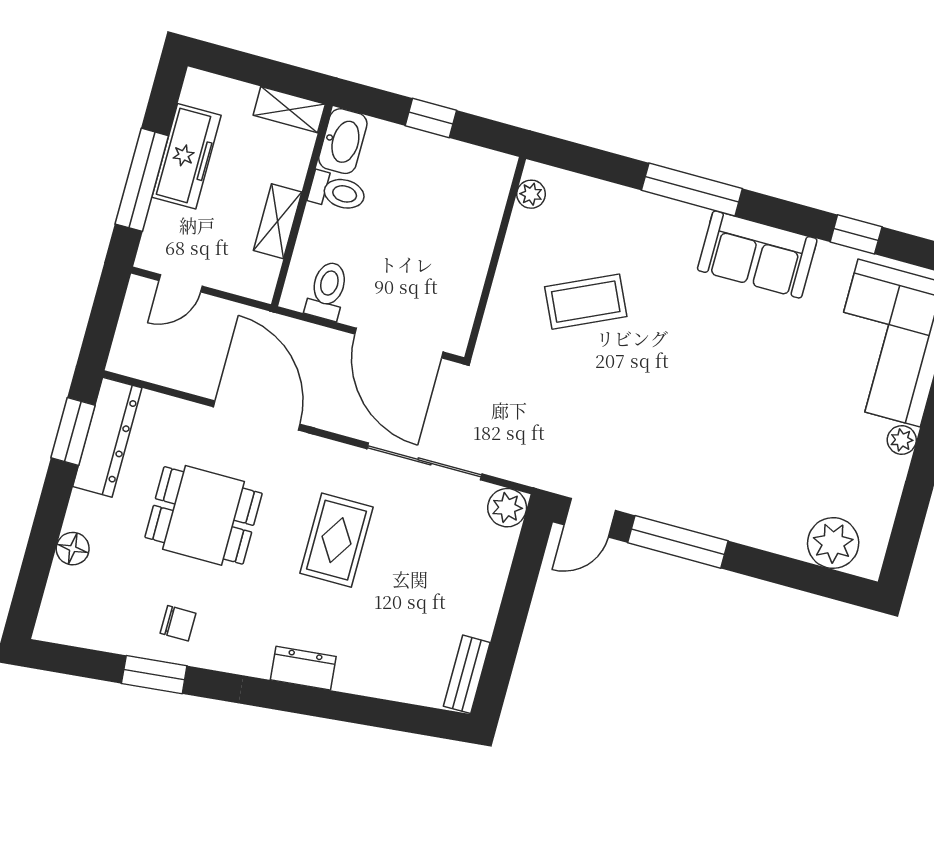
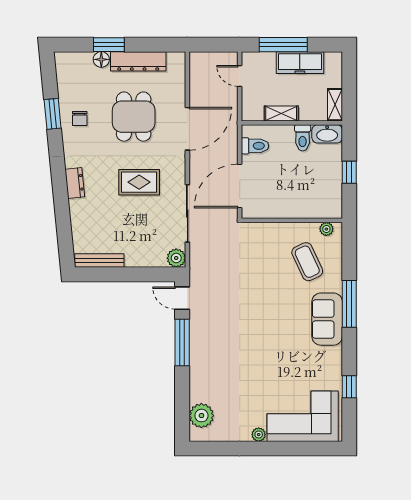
sofa: (757, 254) -> (327, 319), moved
coffee table: (586, 302) -> (307, 262), moved
window: (73, 431) -> (109, 45), moved
dresser: (107, 437) -> (138, 61), moved
bench: (467, 674) -> (99, 261), width x1.36

